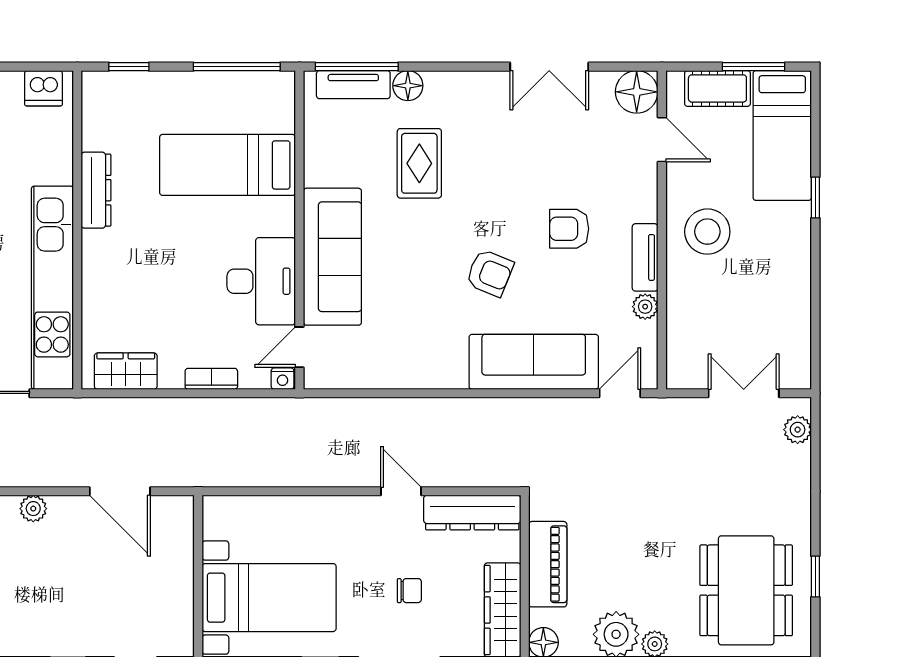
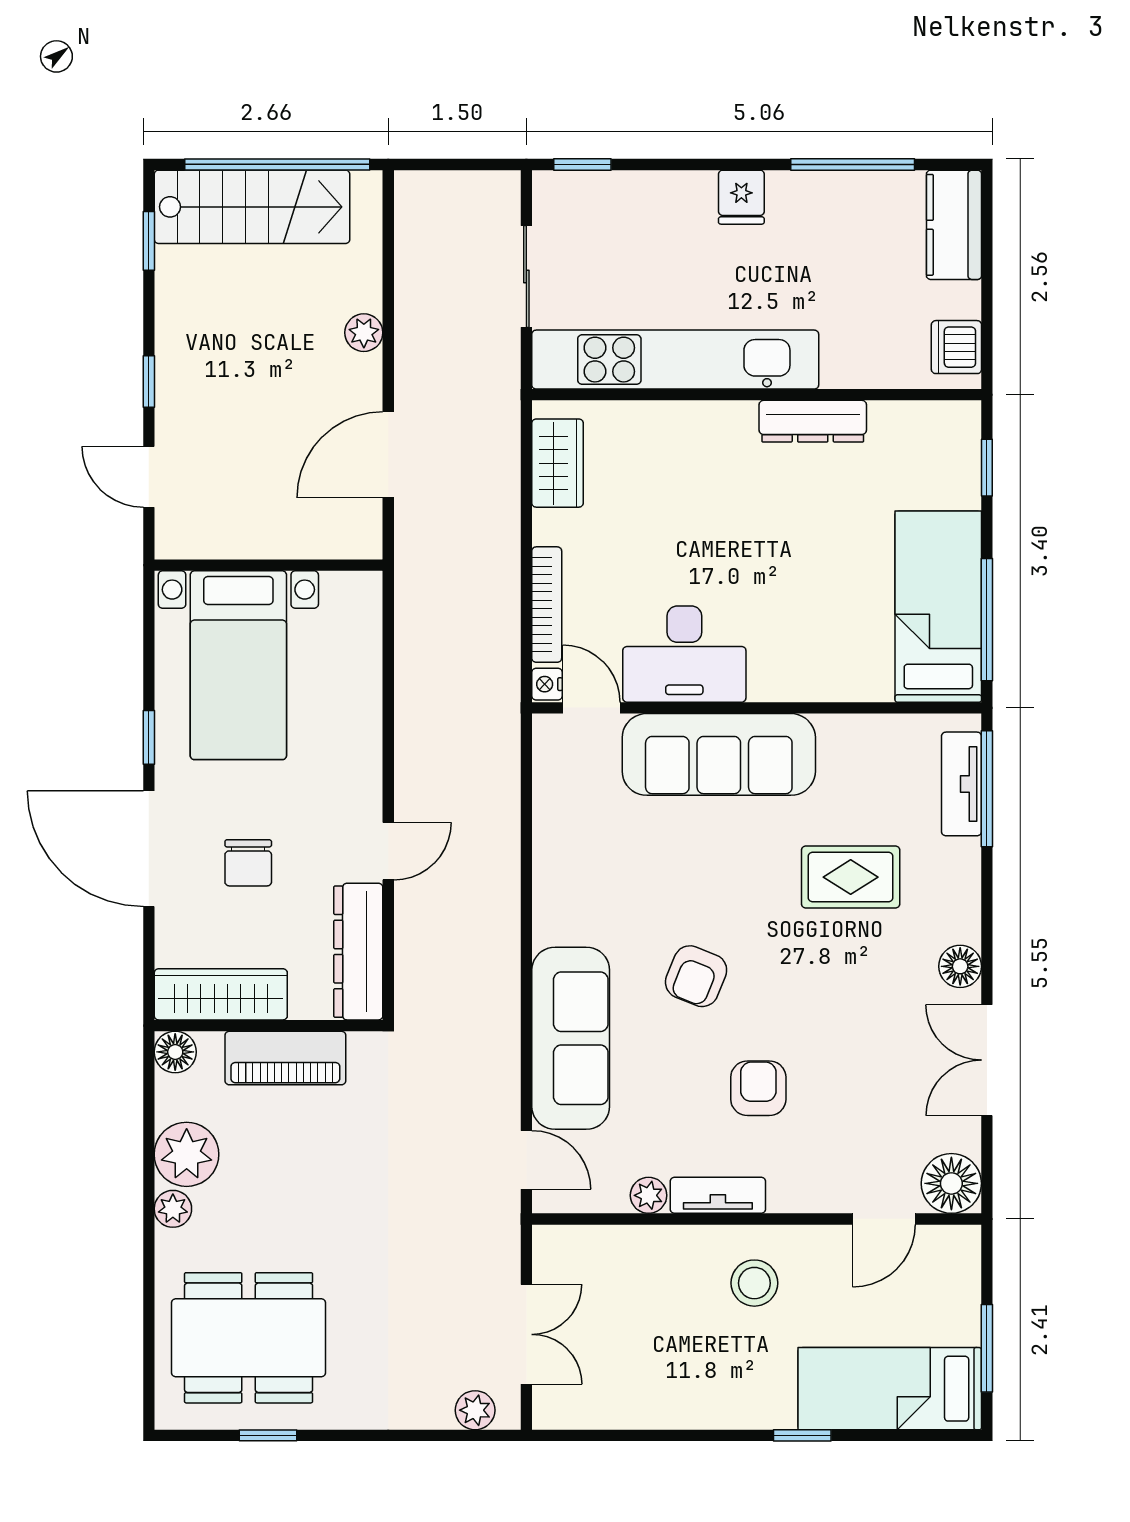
floor lamp: (408, 86) -> (960, 966), moved
cot: (717, 88) -> (956, 1297), removed
bed: (228, 165) -> (938, 607), moved
stool: (707, 232) -> (754, 1283), width x0.73, depth x0.73
bookcase: (211, 379) -> (547, 605), width x1.56
chair: (409, 591) -> (248, 863), width x1.37, depth x1.37

